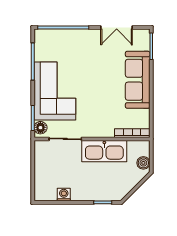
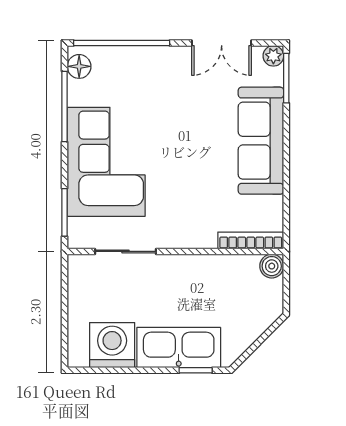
plant: (144, 34) -> (273, 56), added
floor lamp: (40, 128) -> (79, 66), moved
kitchen sink: (104, 151) -> (179, 348), moved, turned 180
boiler: (143, 163) -> (272, 266), moved
washing machine: (64, 195) -> (112, 345), width x1.89, depth x1.89

